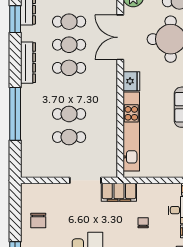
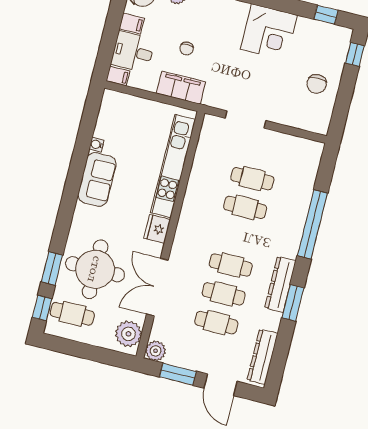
window: (15, 19) -> (293, 303), moved
double door: (120, 37) -> (157, 287), swing flipped
filing cabinet: (119, 192) -> (181, 88), moved
chair: (38, 221) -> (317, 84), turned 180

